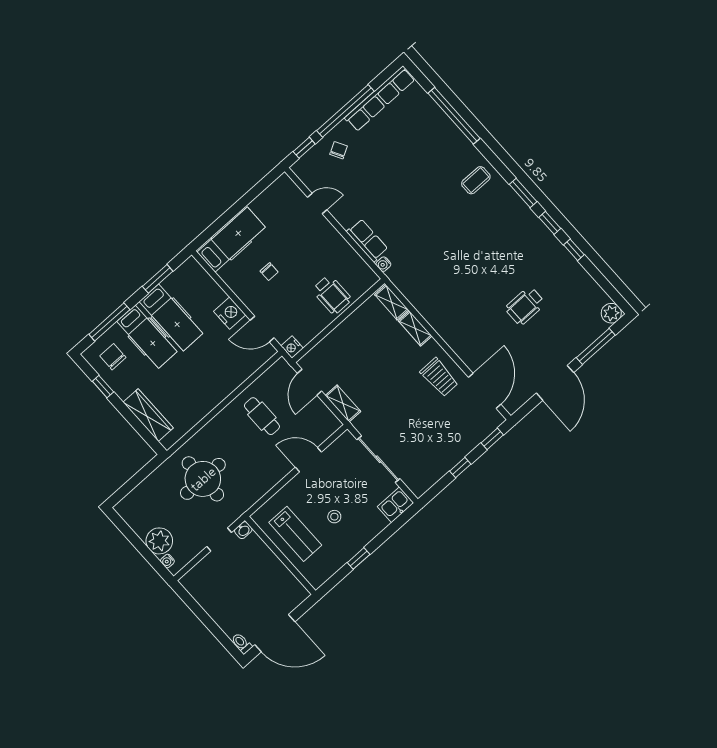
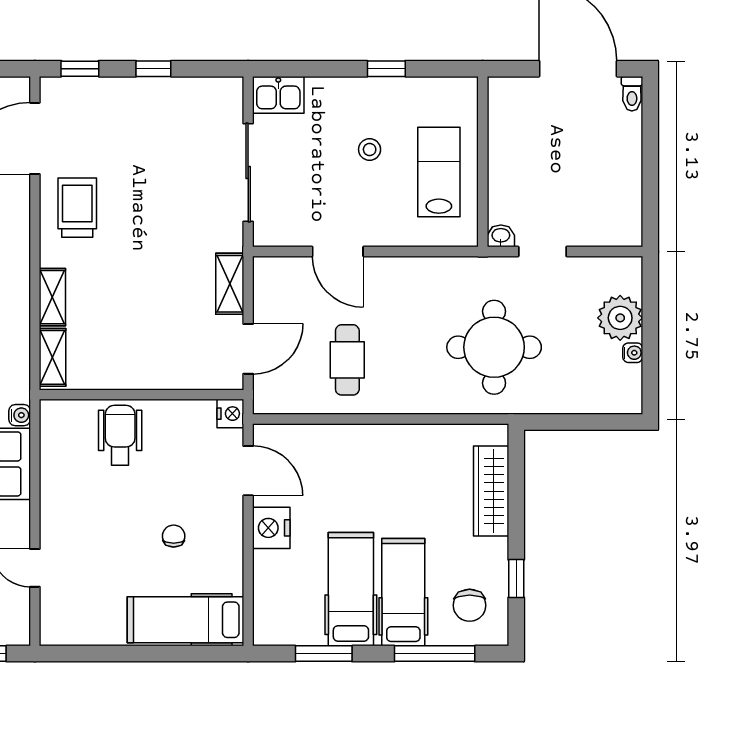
water cooler: (167, 561) -> (633, 353), moved

